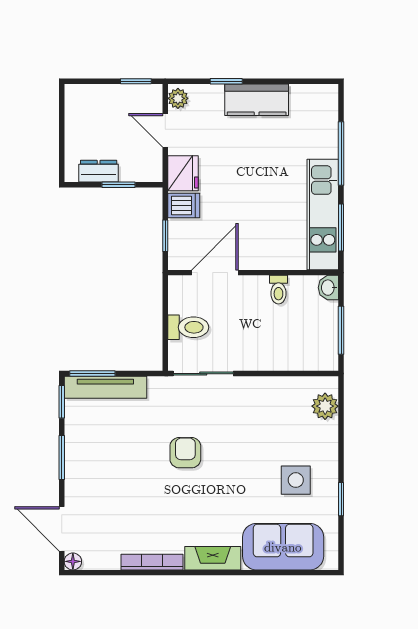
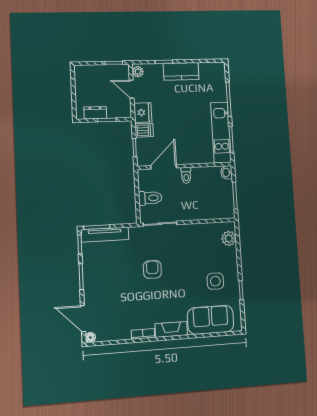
toilet: (278, 290) -> (186, 175), moved
bookcase: (152, 562) -> (143, 334), width x0.64

